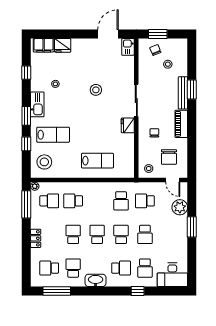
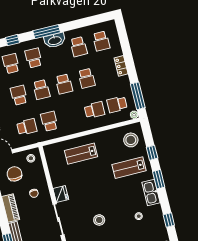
school desk: (49, 268) -> (101, 41), turned 90
school desk: (121, 268) -> (34, 58), turned 90
window: (57, 291) -> (47, 32), moved

